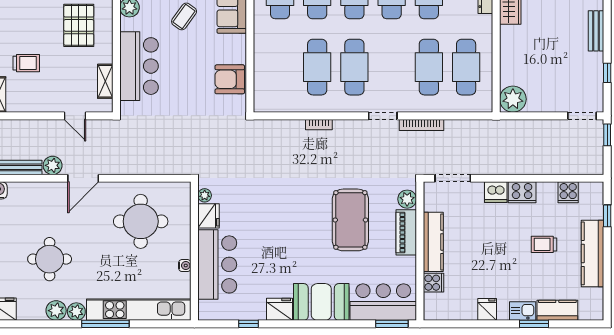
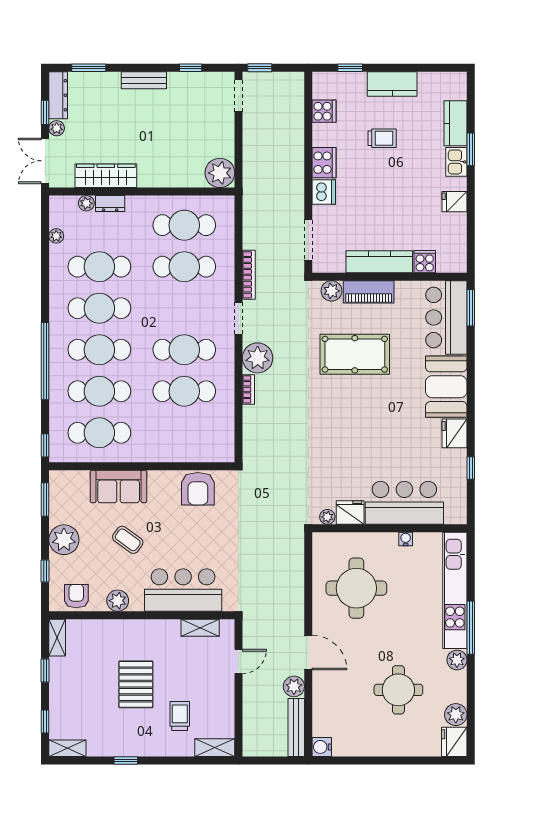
pallet: (79, 25) -> (136, 684), moved, turned 90
plant: (347, 133) -> (258, 358), added
trolley: (544, 244) -> (382, 138), turned -90
kitchen counter: (593, 253) -> (392, 84), width x0.67
plant: (56, 311) -> (456, 715), moved

